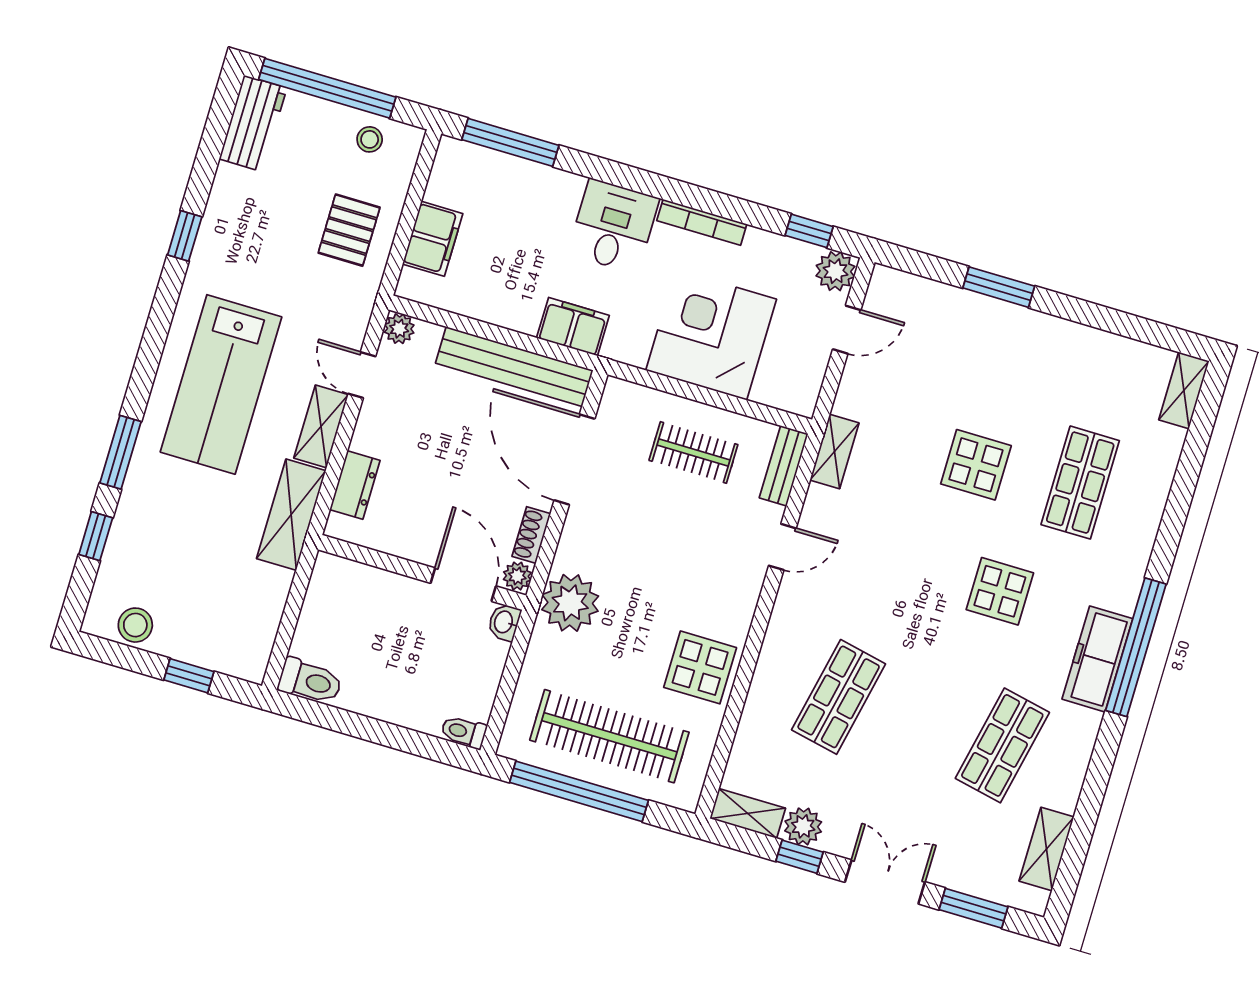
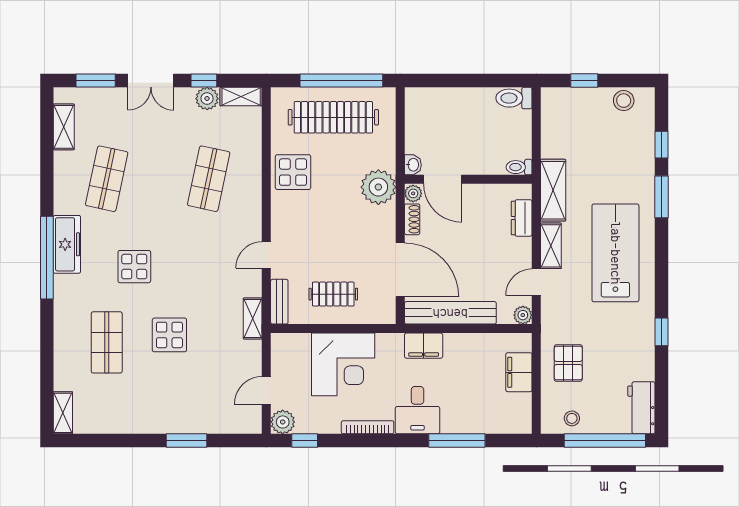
window: (510, 142) -> (457, 441), moved
door: (362, 375) -> (536, 282), swing flipped
toilet: (464, 732) -> (519, 167), moved, turned 180

